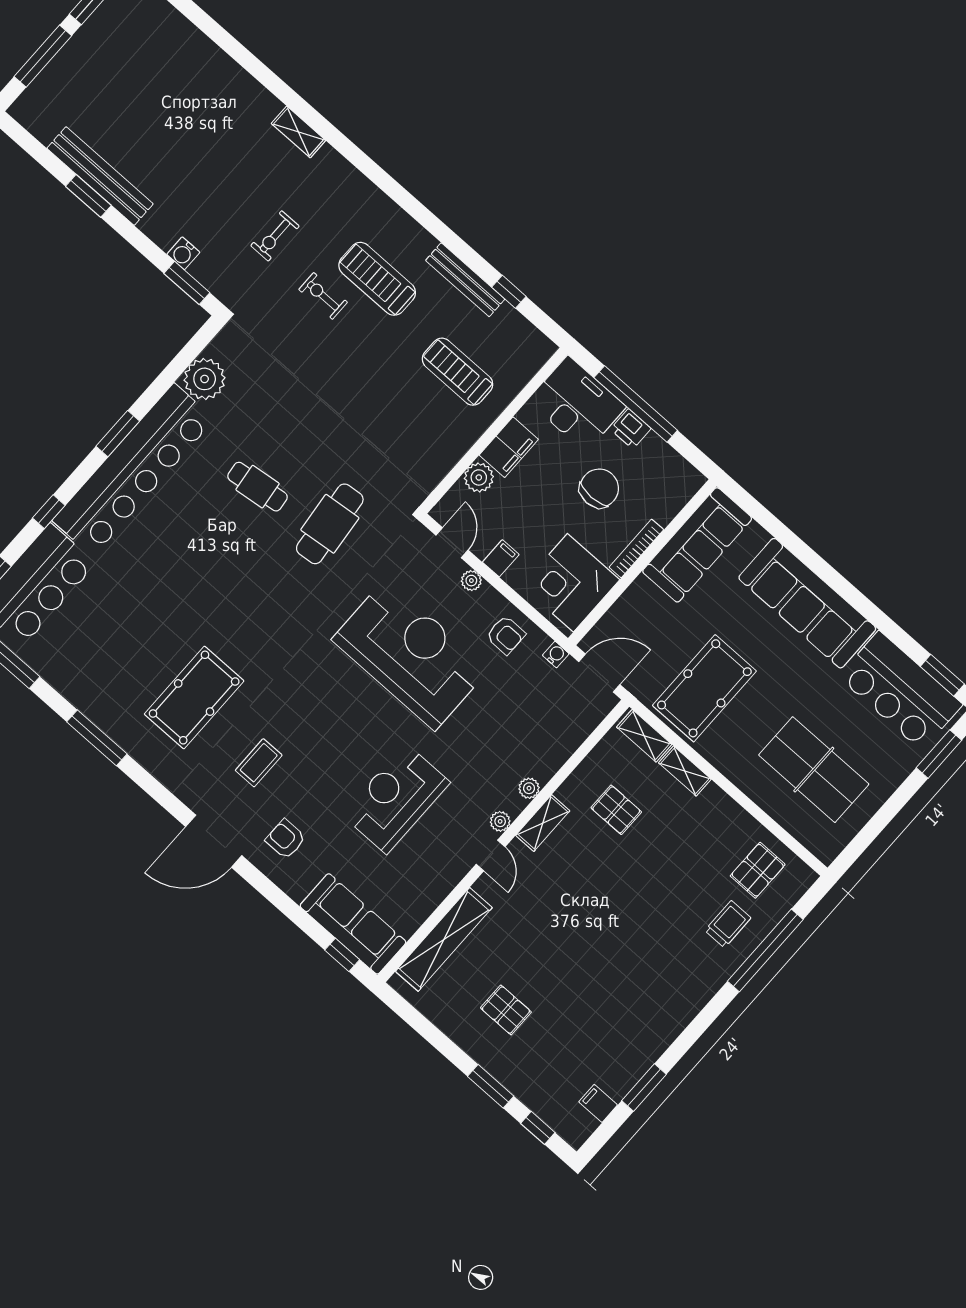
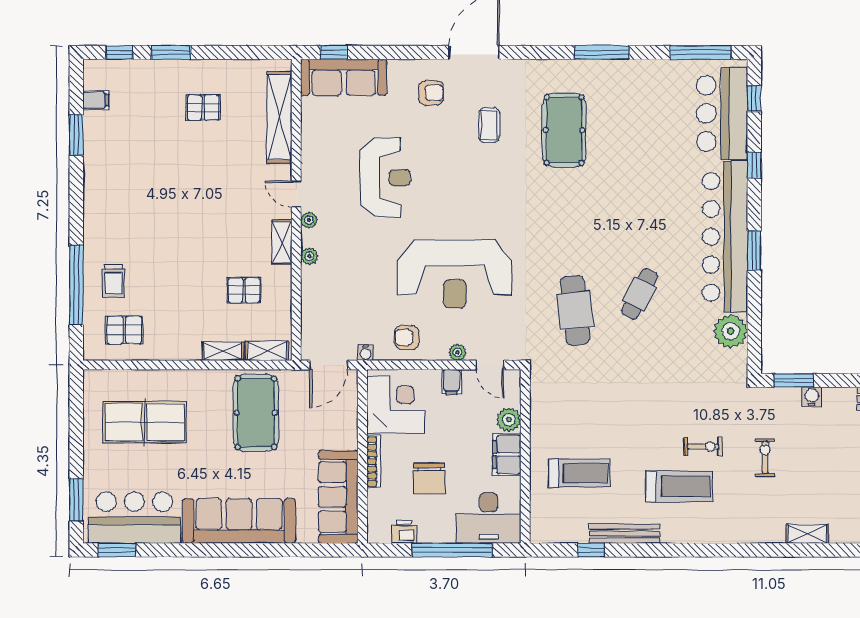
printer: (631, 429) -> (404, 532), moved
cafe table: (258, 487) -> (640, 294), turned -56
pallet: (758, 870) -> (124, 330), turned 90

